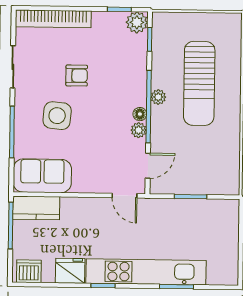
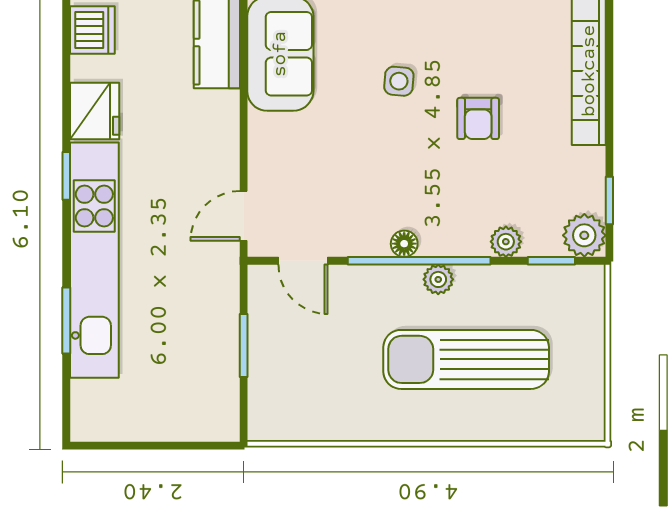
side table: (57, 116) -> (399, 81), width x0.54, depth x0.54
plant: (139, 130) -> (506, 242), moved

